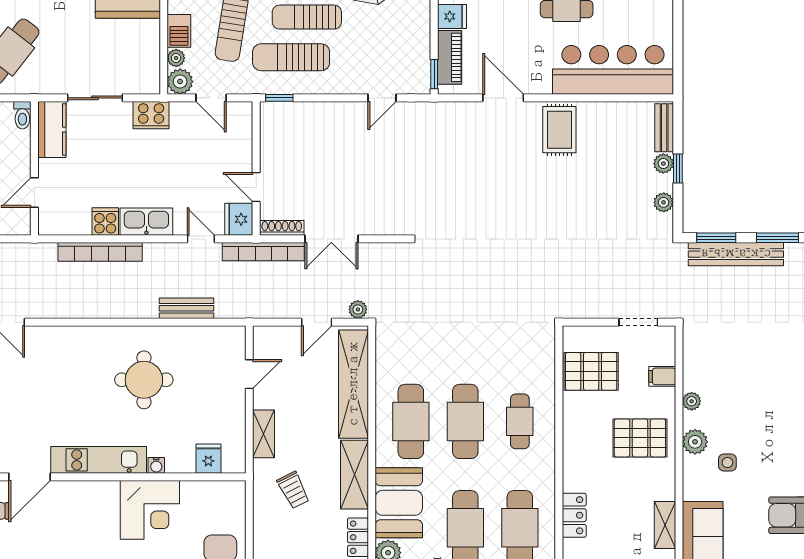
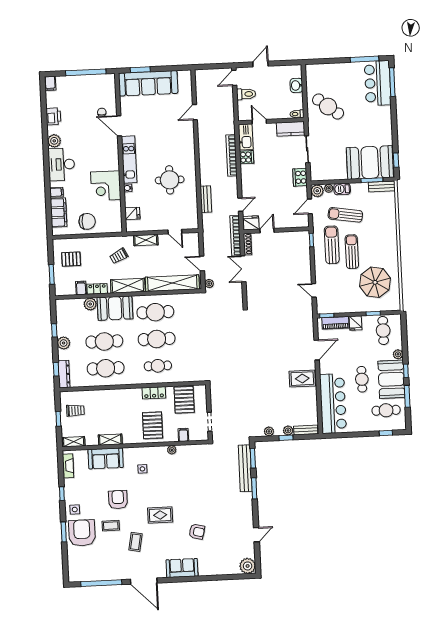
kitchen sink: (146, 222) -> (246, 137), moved
plant: (695, 442) -> (152, 452), removed
locker: (574, 515) -> (154, 393), moved

